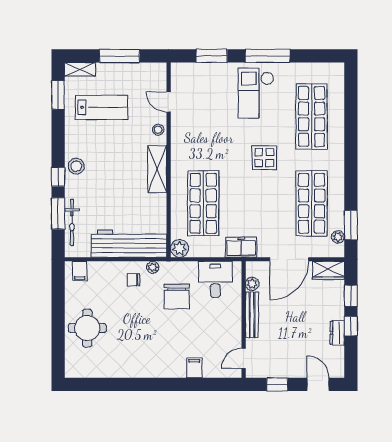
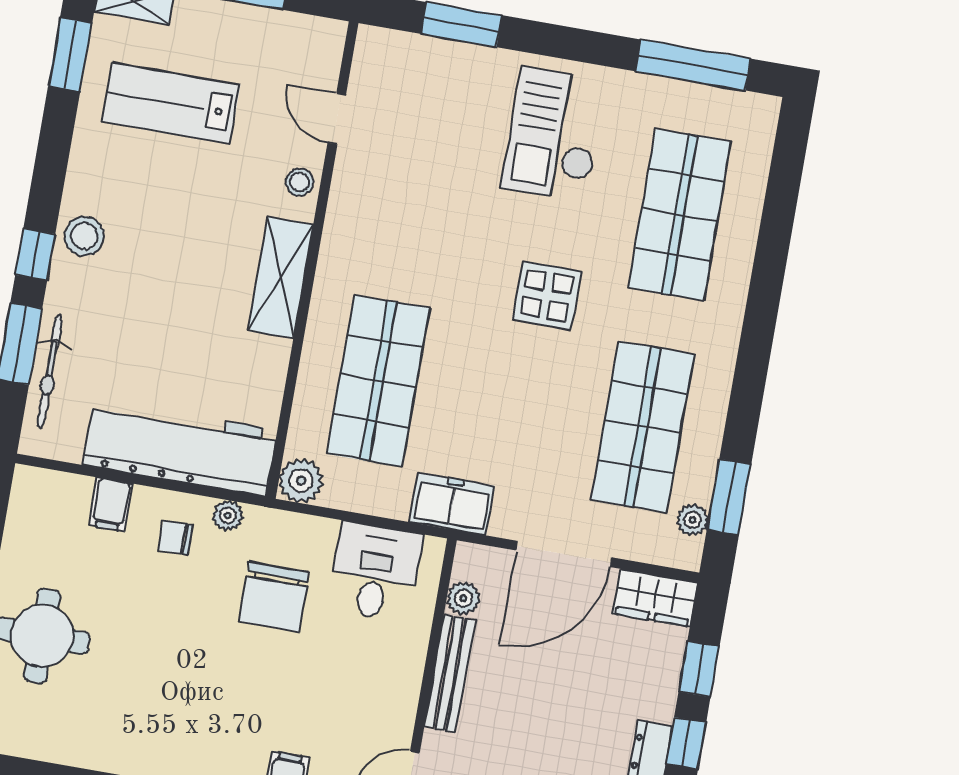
window: (268, 56) -> (693, 65), moved
lab bench: (102, 107) -> (171, 103), turned 180
filing cabinet: (80, 271) -> (111, 504), moved

